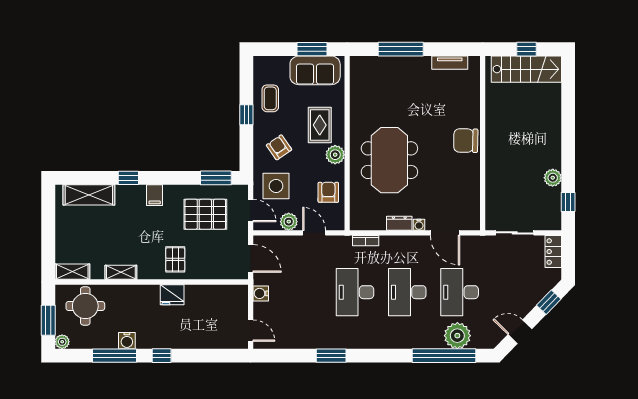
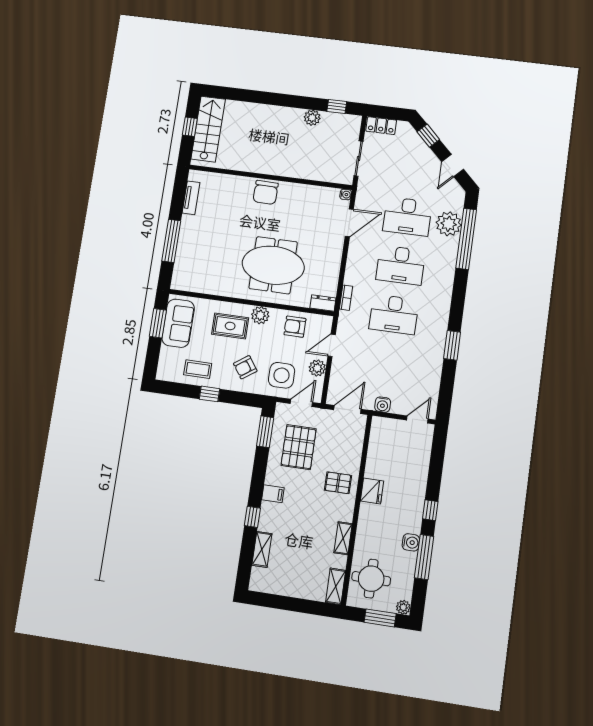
shelving: (89, 195) -> (262, 549), width x0.67, depth x0.75
dresser: (399, 223) -> (323, 303), moved, turned 90
water cooler: (419, 225) -> (346, 194), moved

